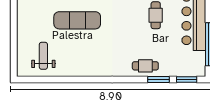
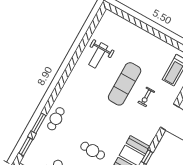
weight bench: (43, 56) -> (98, 55), moved, turned 90

